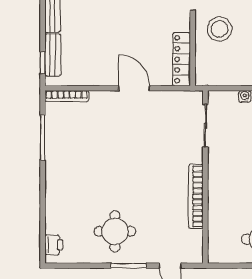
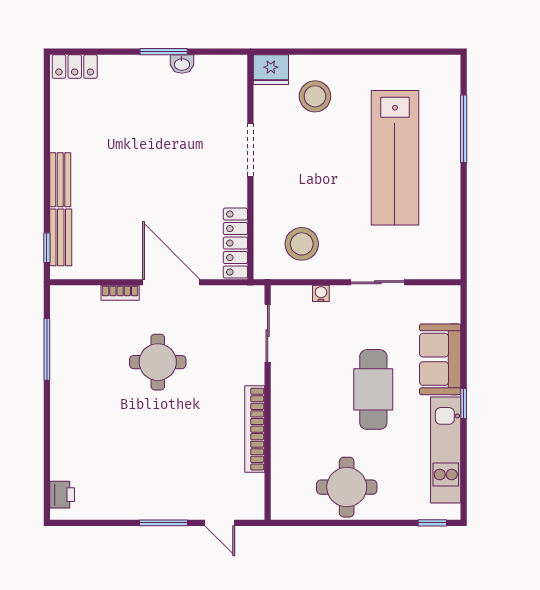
stool: (220, 29) -> (302, 244), moved
door: (134, 88) -> (171, 282), width x1.36
bookcase: (67, 96) -> (120, 293), moved, width x0.64
round table: (115, 231) -> (158, 362), moved

